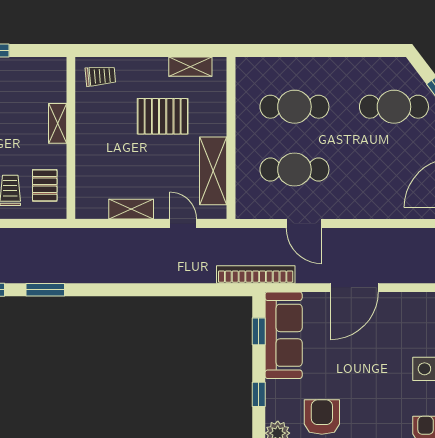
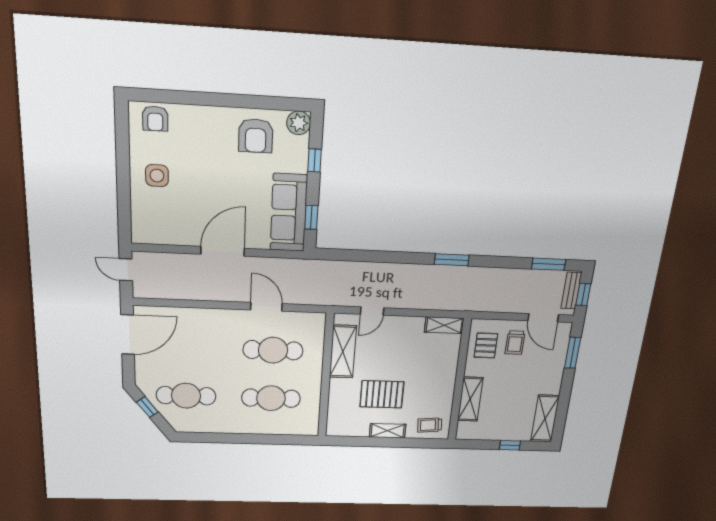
shelving: (190, 67) -> (388, 431), moved
shelving: (58, 123) -> (470, 399), width x1.50, depth x1.33
shelving: (131, 209) -> (444, 325), moved
door: (183, 224) -> (372, 311), hinge flipped
bookcase: (256, 274) -> (311, 266), removed
window: (45, 290) -> (452, 260), moved

